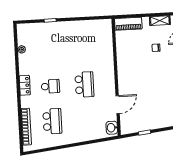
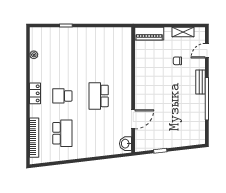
school desk: (84, 84) -> (99, 96), turned 180
school desk: (50, 86) -> (62, 96), turned 180

